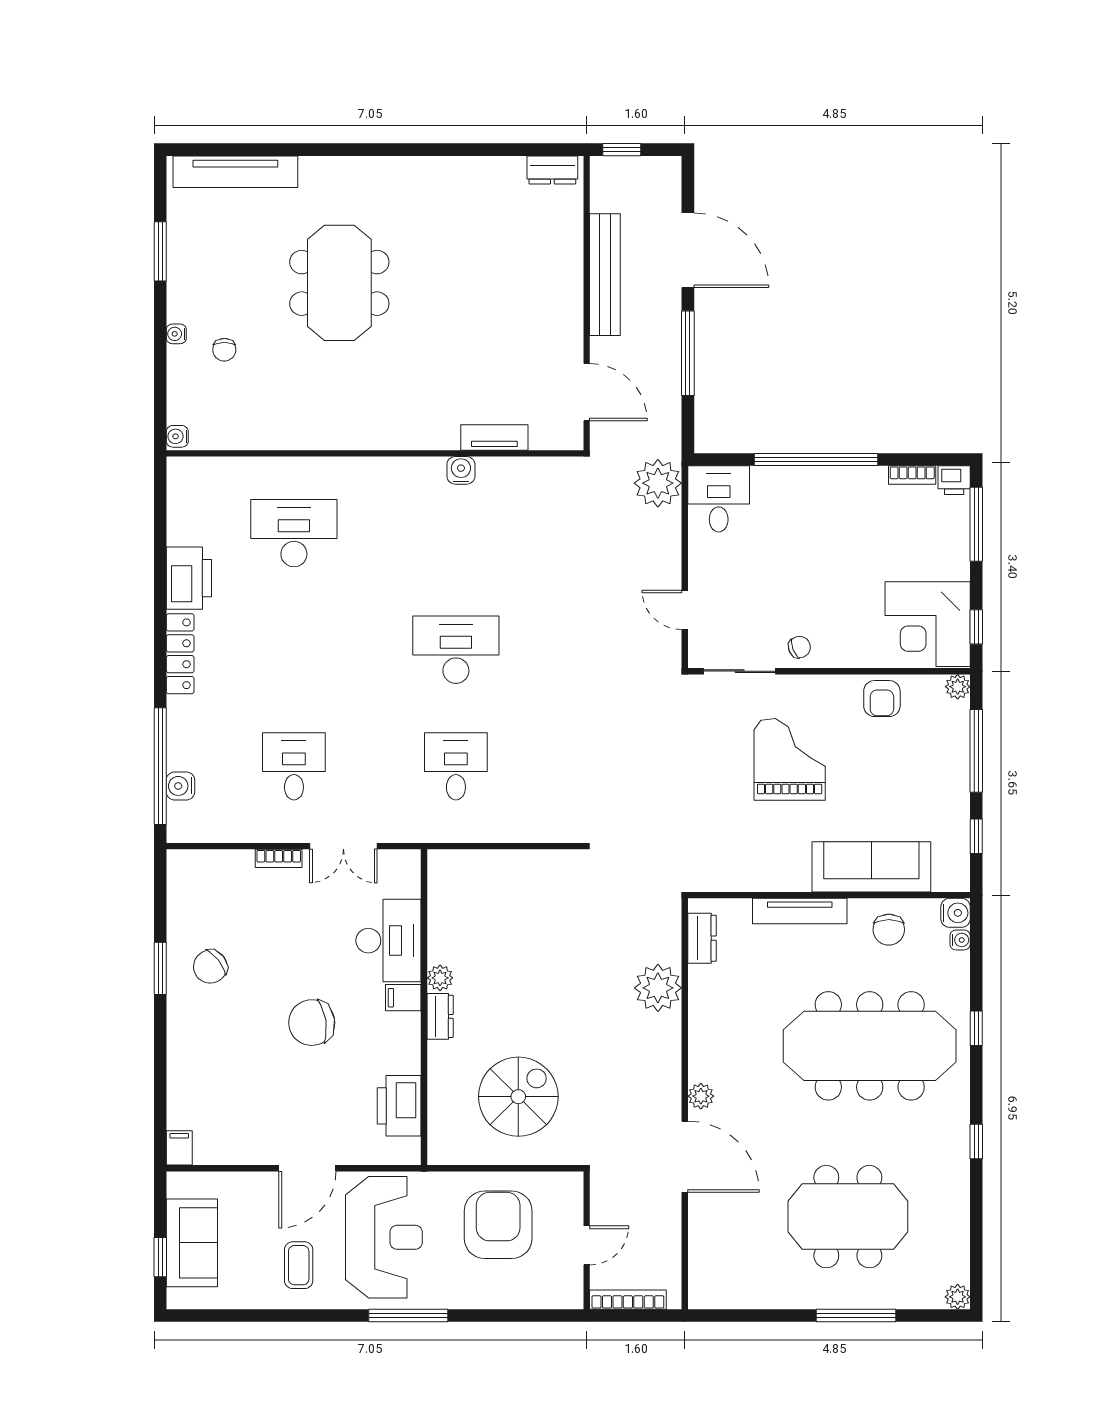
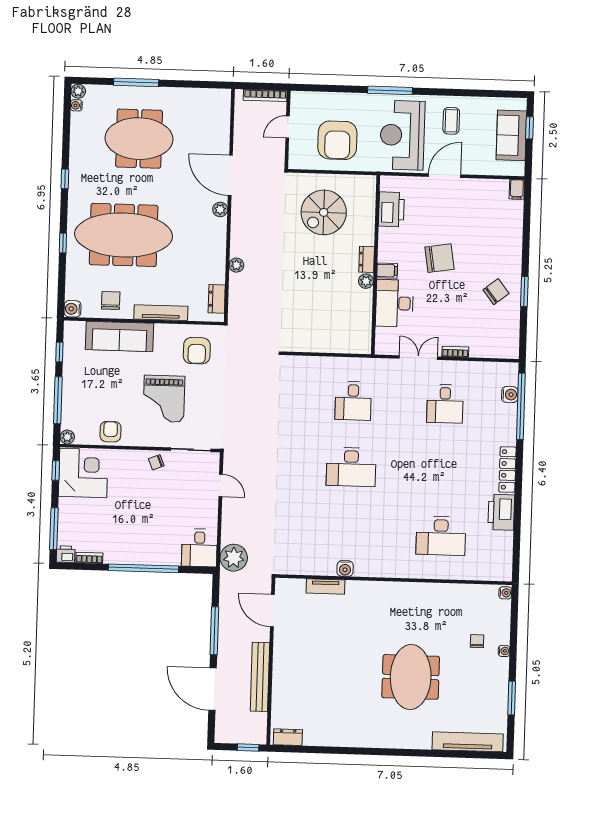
armchair: (734, 846) -> (197, 351), added
water cooler: (960, 940) -> (76, 105), moved
plant: (658, 988) -> (236, 265), width x0.53, depth x0.53

